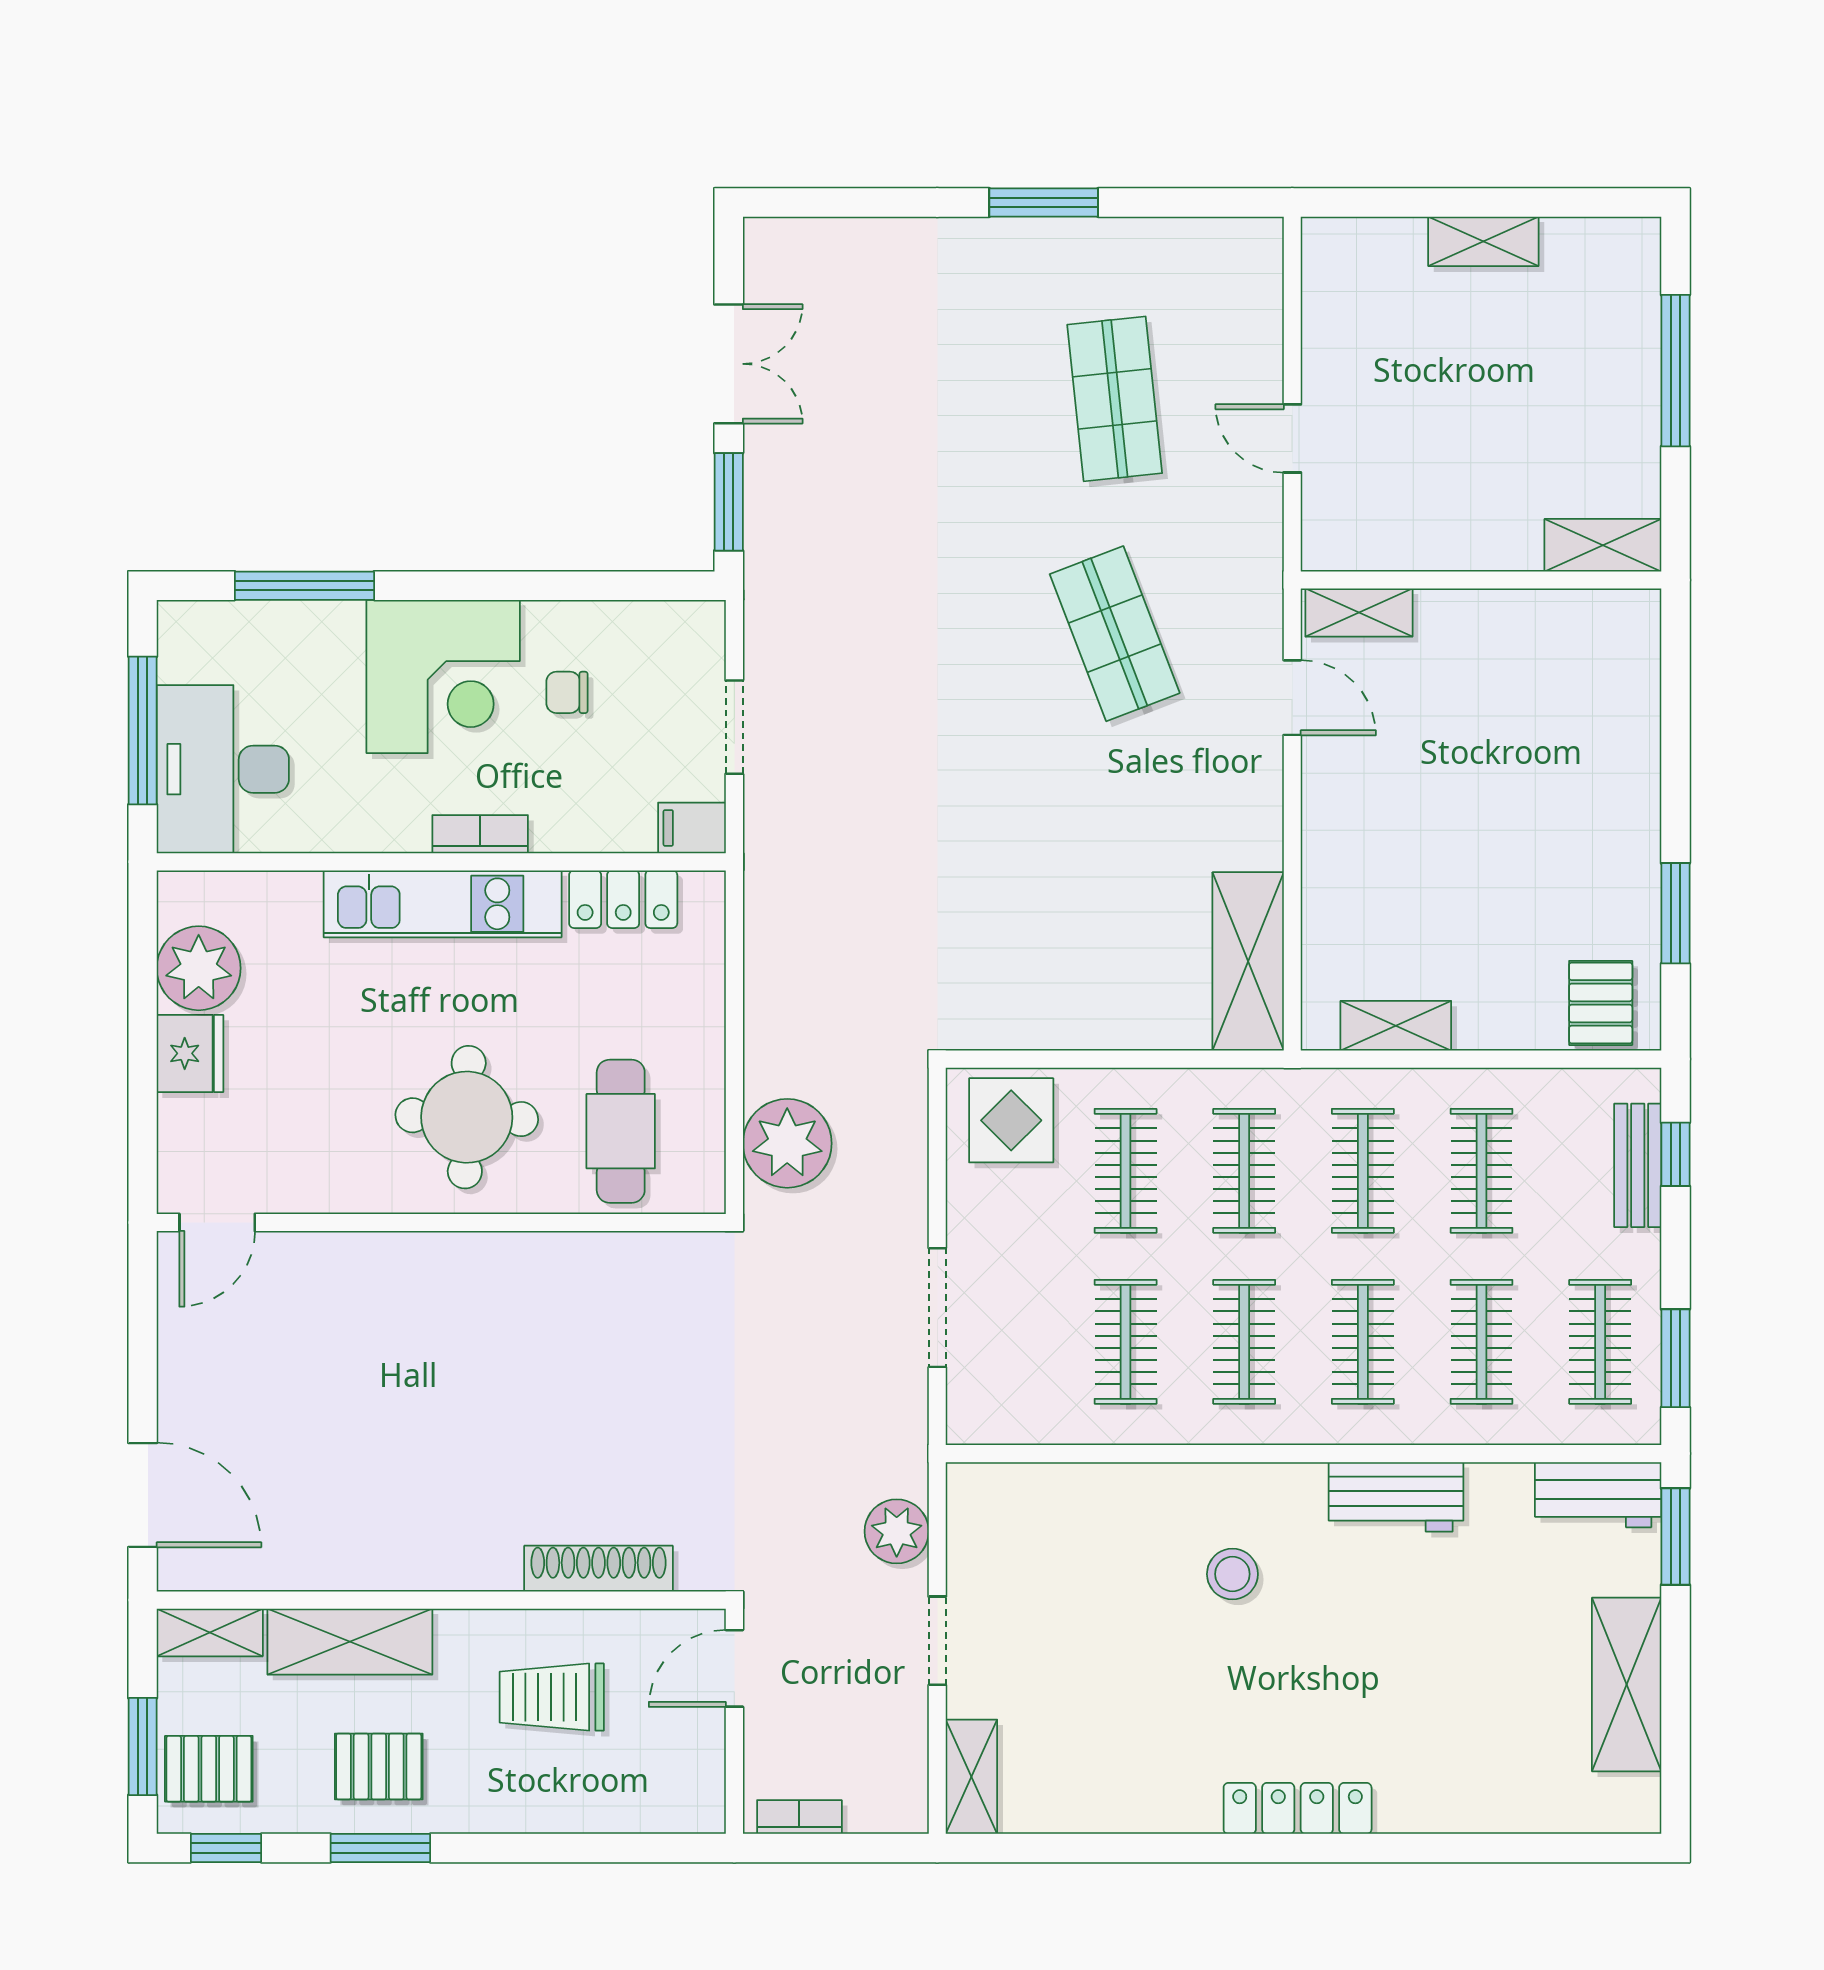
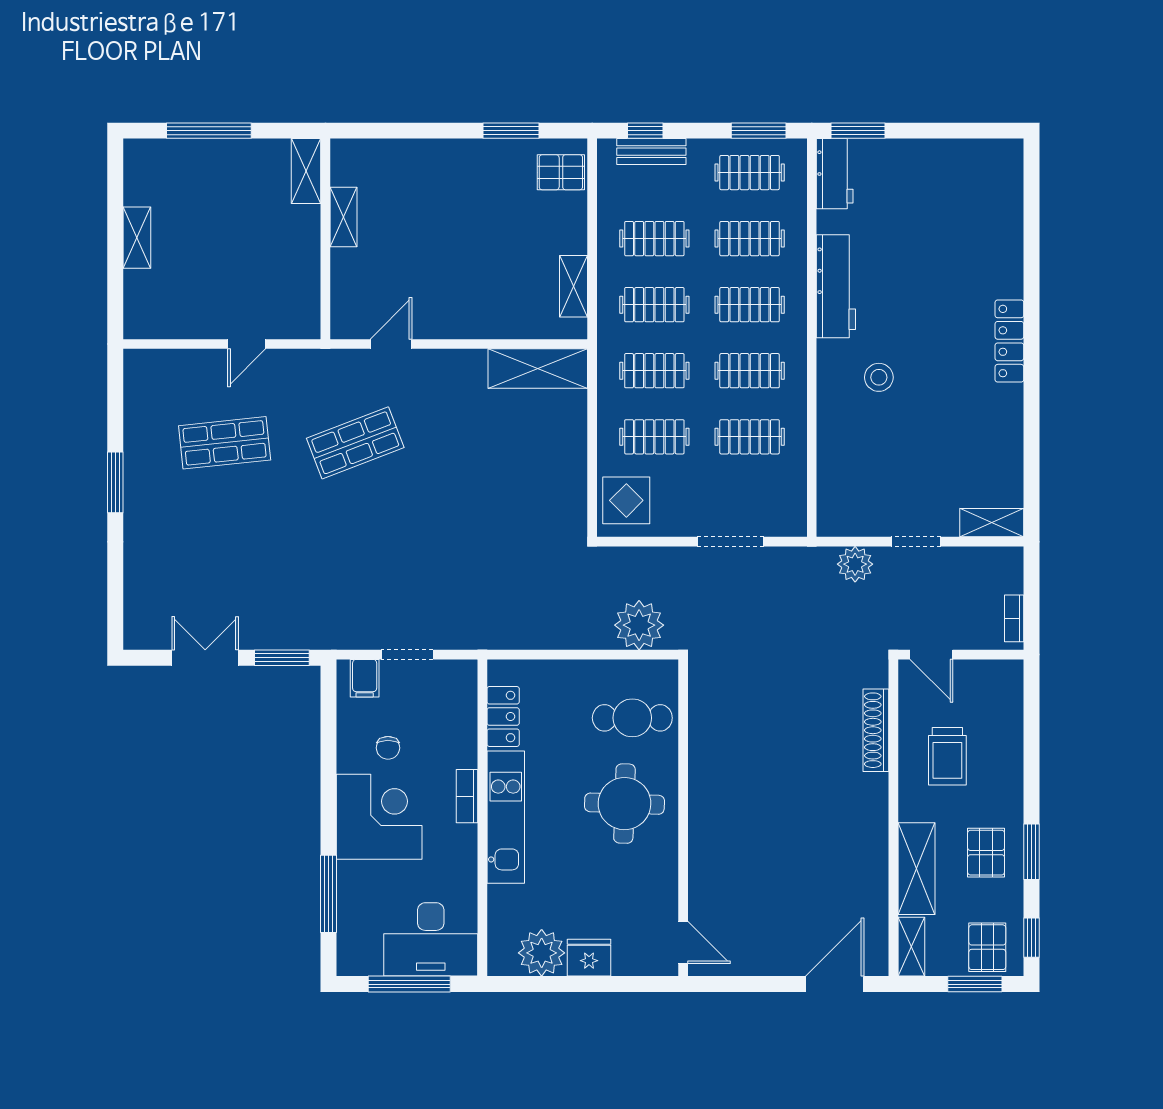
shelving: (1359, 613) -> (344, 217), moved
filing cabinet: (692, 828) -> (365, 678), moved
workbench: (1396, 1497) -> (836, 286), width x1.38
shelving: (1627, 1684) -> (940, 158), removed

